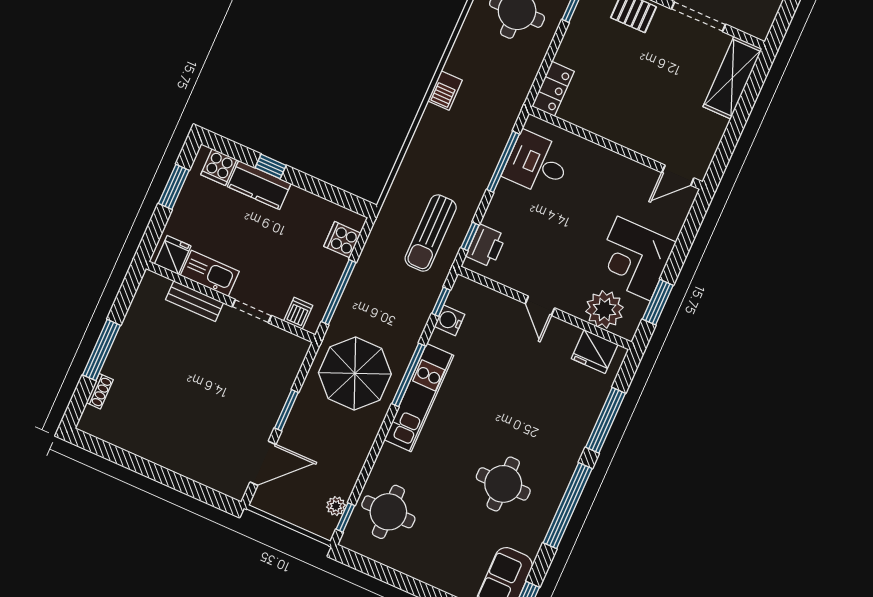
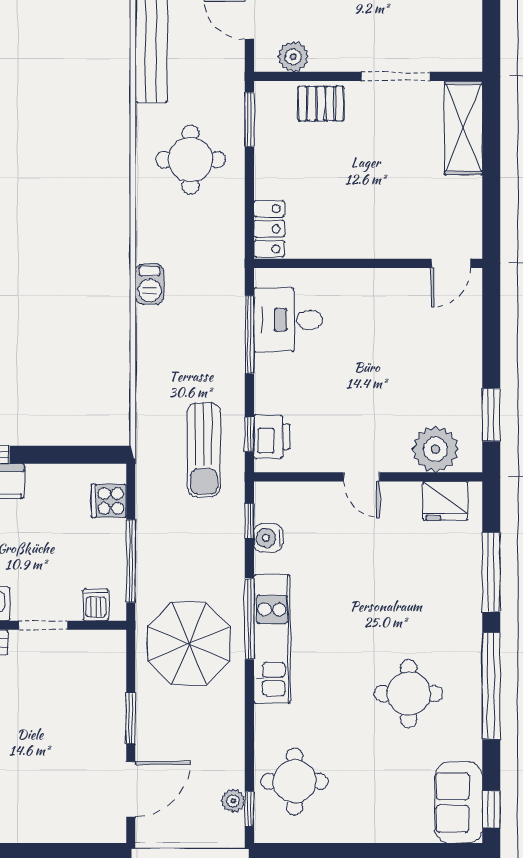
corner desk: (634, 259) -> (443, 378), removed

